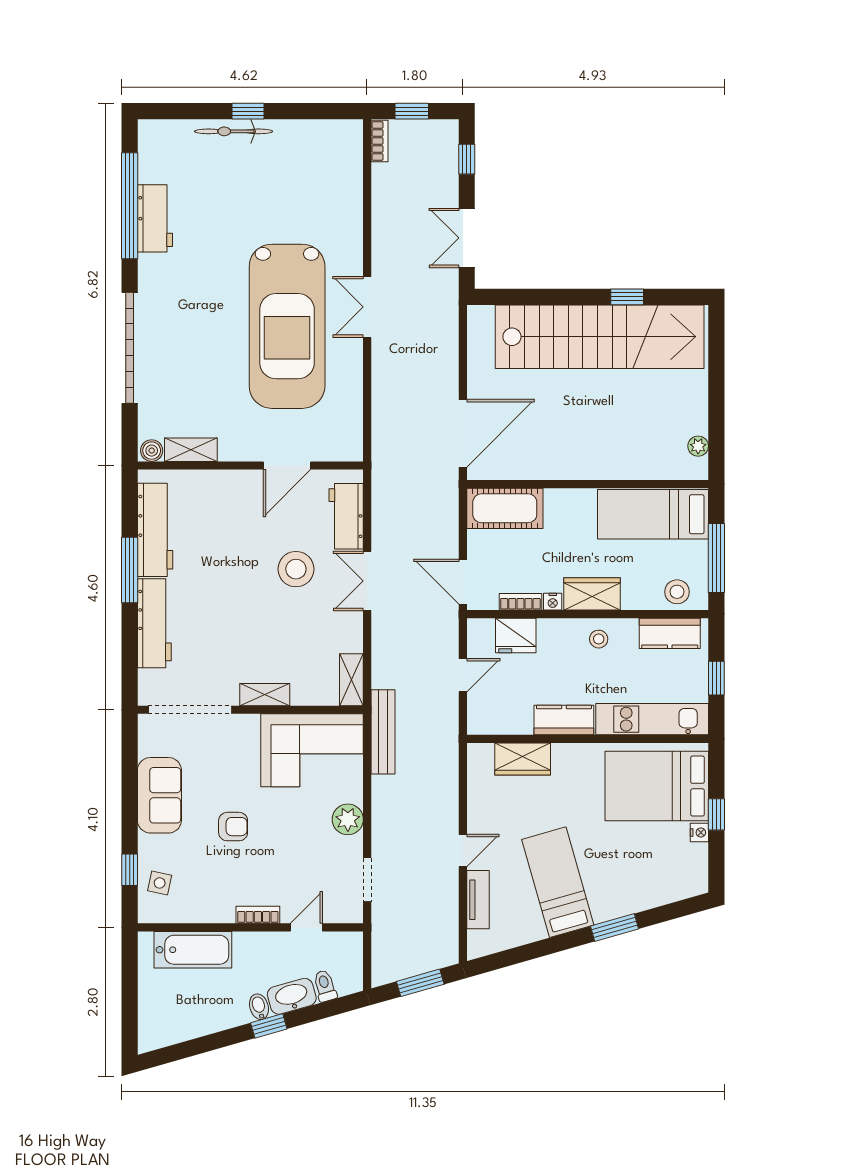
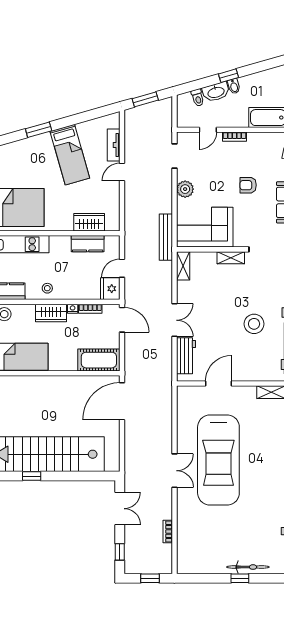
bookcase: (380, 141) -> (168, 531), moved
car: (287, 326) -> (218, 460), turned 180
stool: (296, 569) -> (254, 324), moved
fridge: (516, 636) -> (110, 289), moved, turned -90
kitchen counter: (564, 720) -> (88, 244), moved

